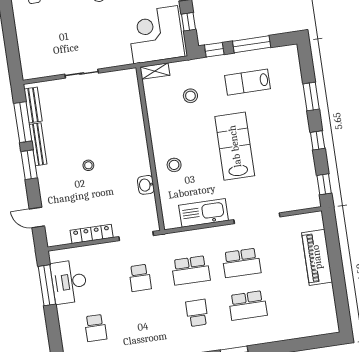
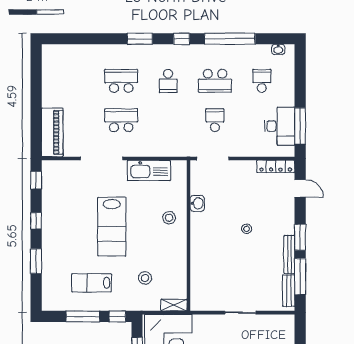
lab bench: (248, 82) -> (92, 283), turned 180
locker: (92, 234) -> (276, 166), moved
piano: (317, 257) -> (52, 132), moved
school desk: (191, 270) -> (215, 81), moved, turned 180

